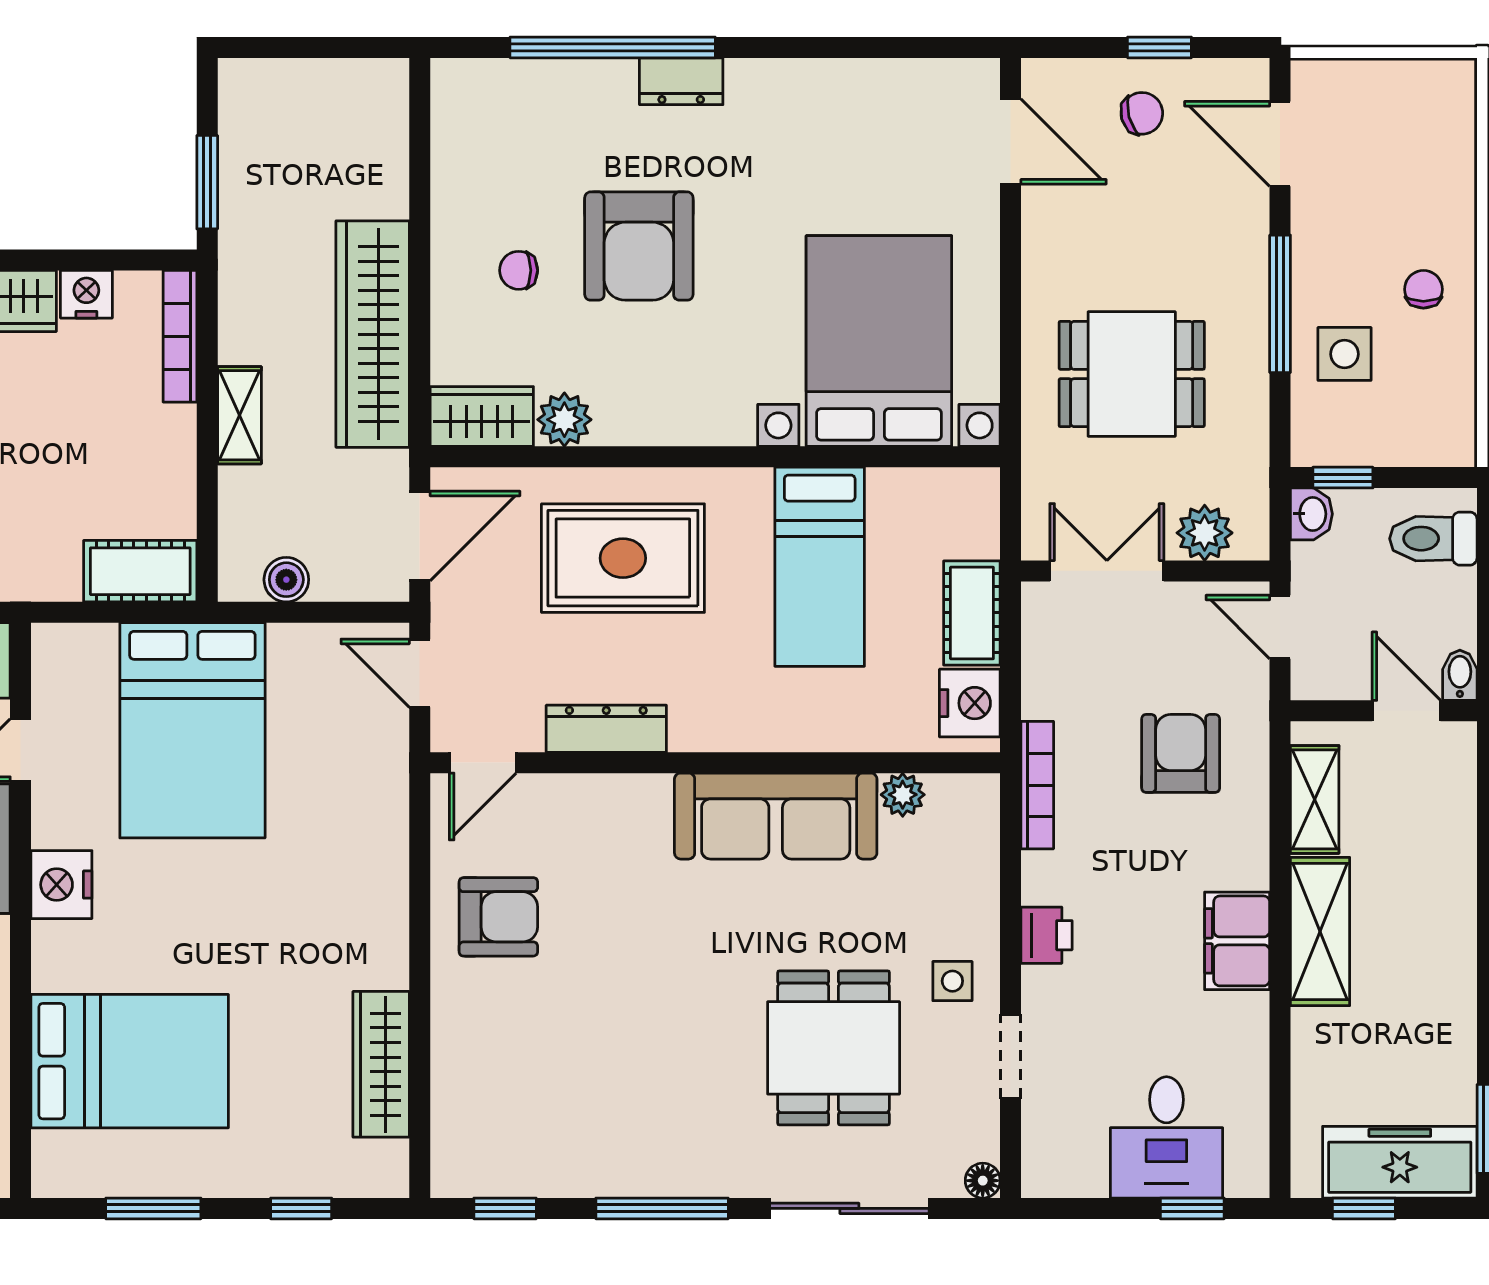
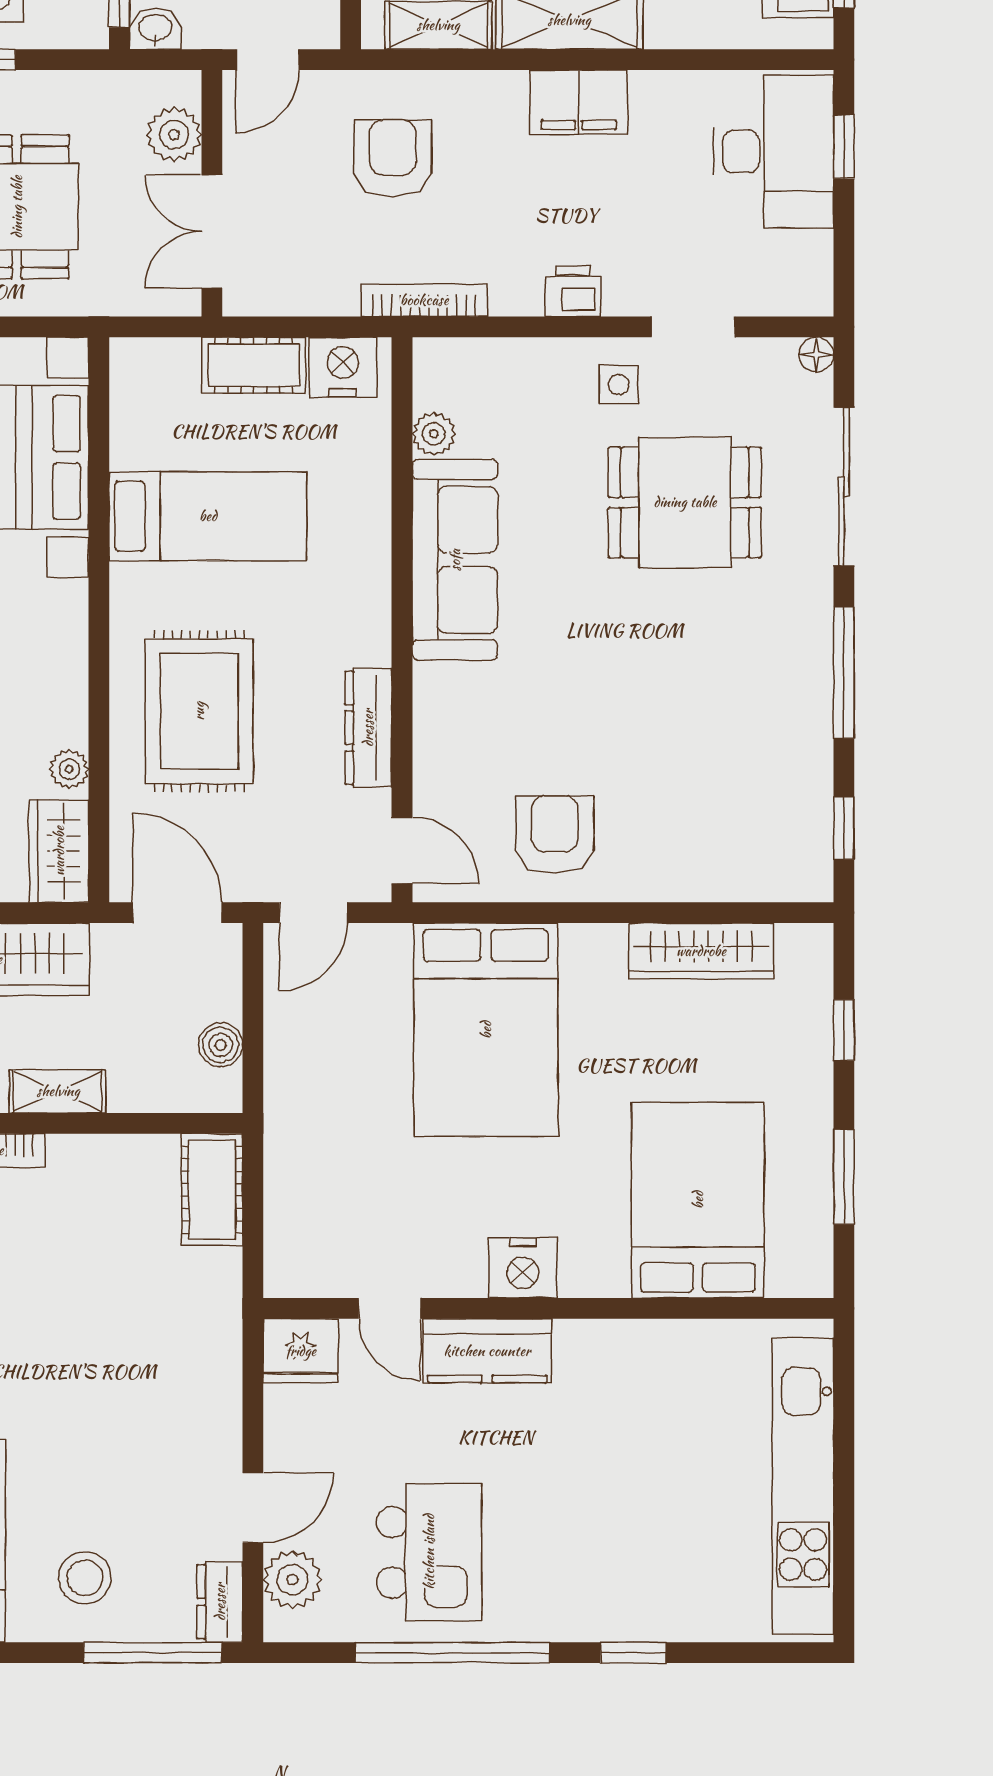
plant: (564, 420) -> (69, 769), width x0.73, depth x0.73
bed: (192, 730) -> (486, 1030), moved, turned 90
armchair: (1181, 753) -> (393, 158), turned 90
desk: (1166, 1137) -> (774, 152), width x1.37

